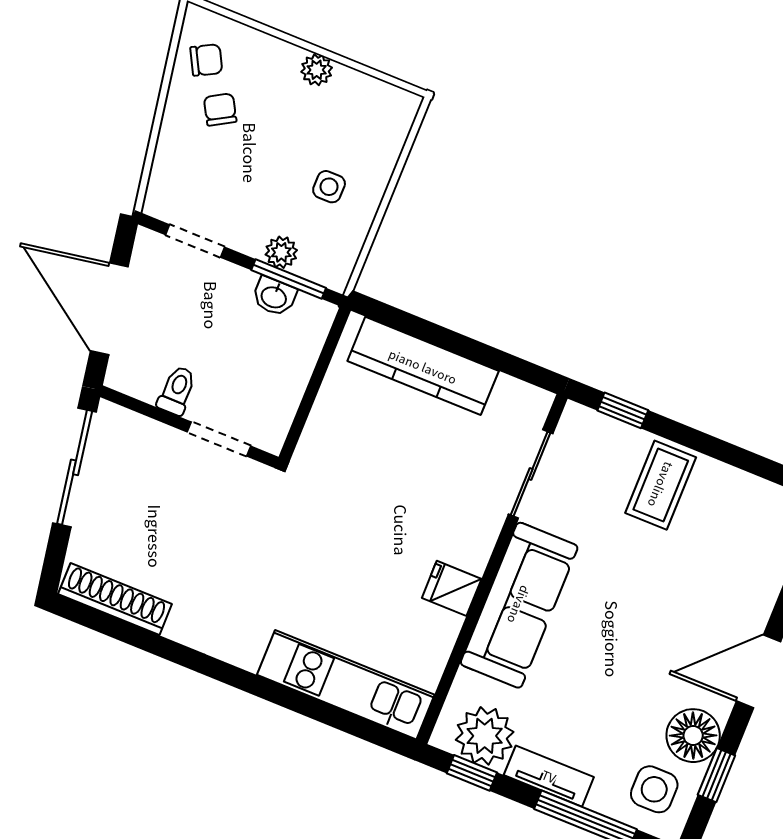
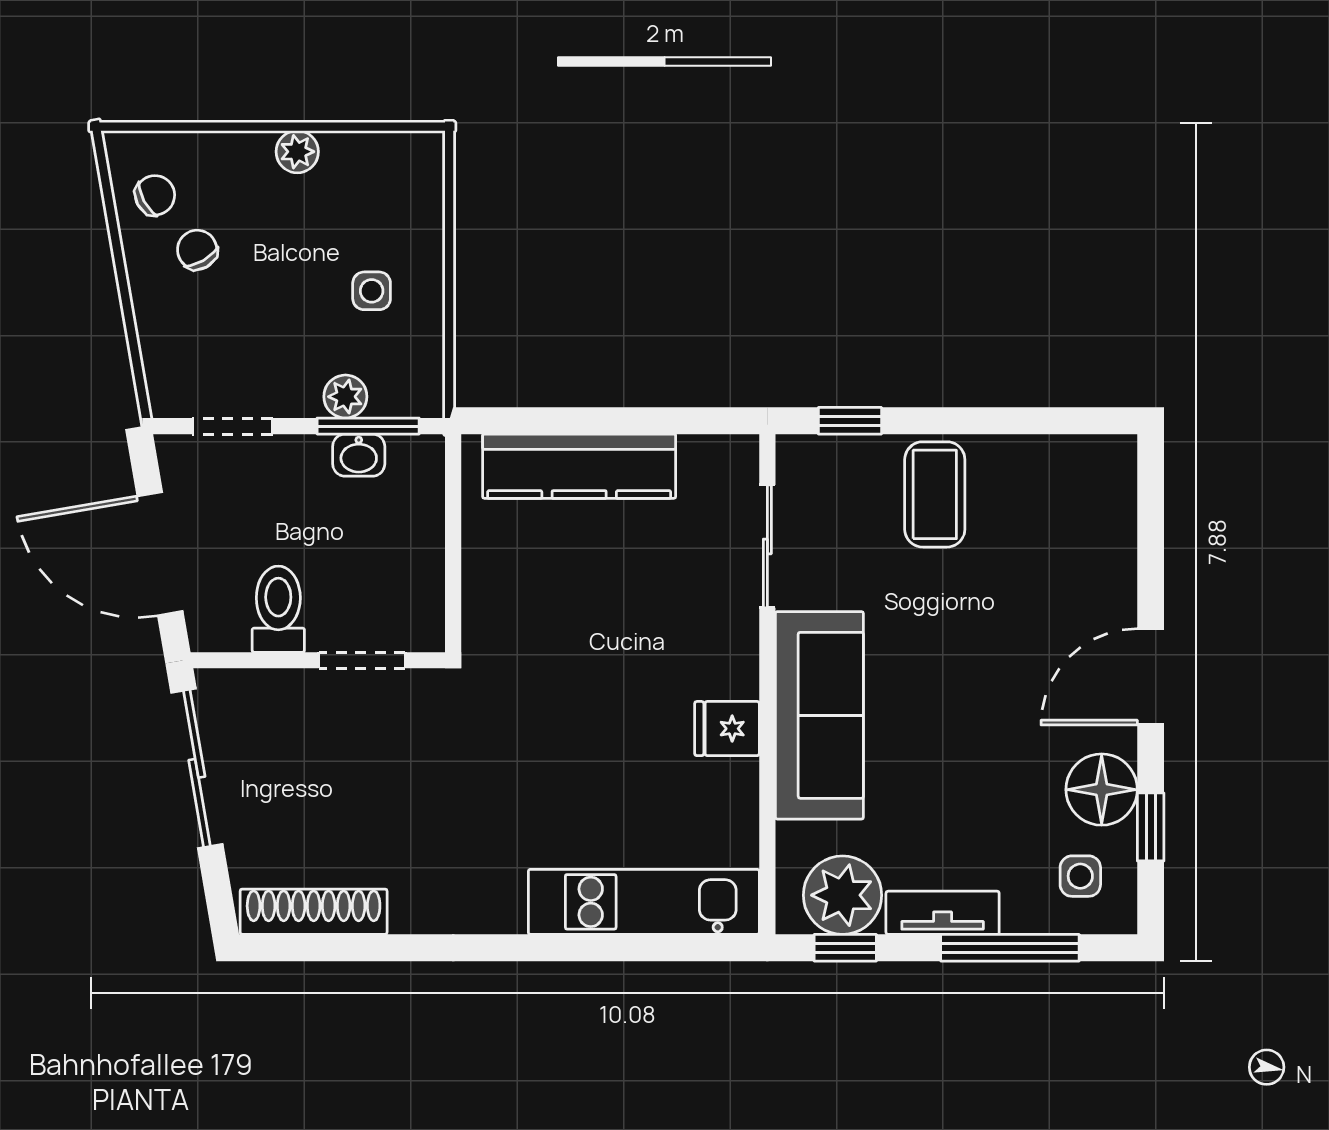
toilet: (177, 391) -> (278, 609), width x1.37, depth x1.39
side table: (654, 789) -> (1080, 876), width x0.73, depth x0.73

